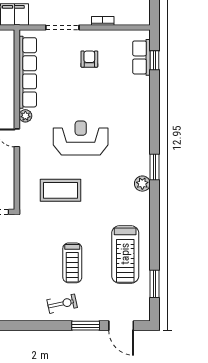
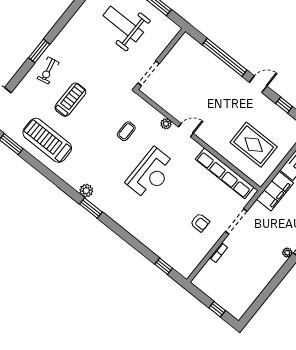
row of seats: (141, 57) -> (173, 259), removed
plant: (25, 116) -> (166, 124), moved
coffee table: (61, 190) -> (126, 131), width x0.54, depth x0.58
treadmill: (72, 263) -> (70, 100), turned 90
window: (86, 326) -> (39, 51), moved

